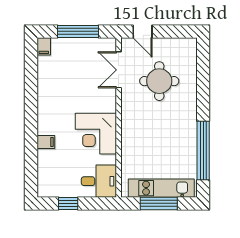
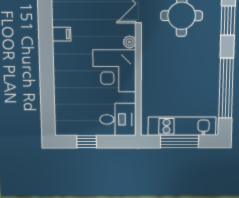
window: (203, 86) -> (228, 21), added
plant: (110, 106) -> (130, 42), added
filing cabinet: (46, 142) -> (61, 34), moved

